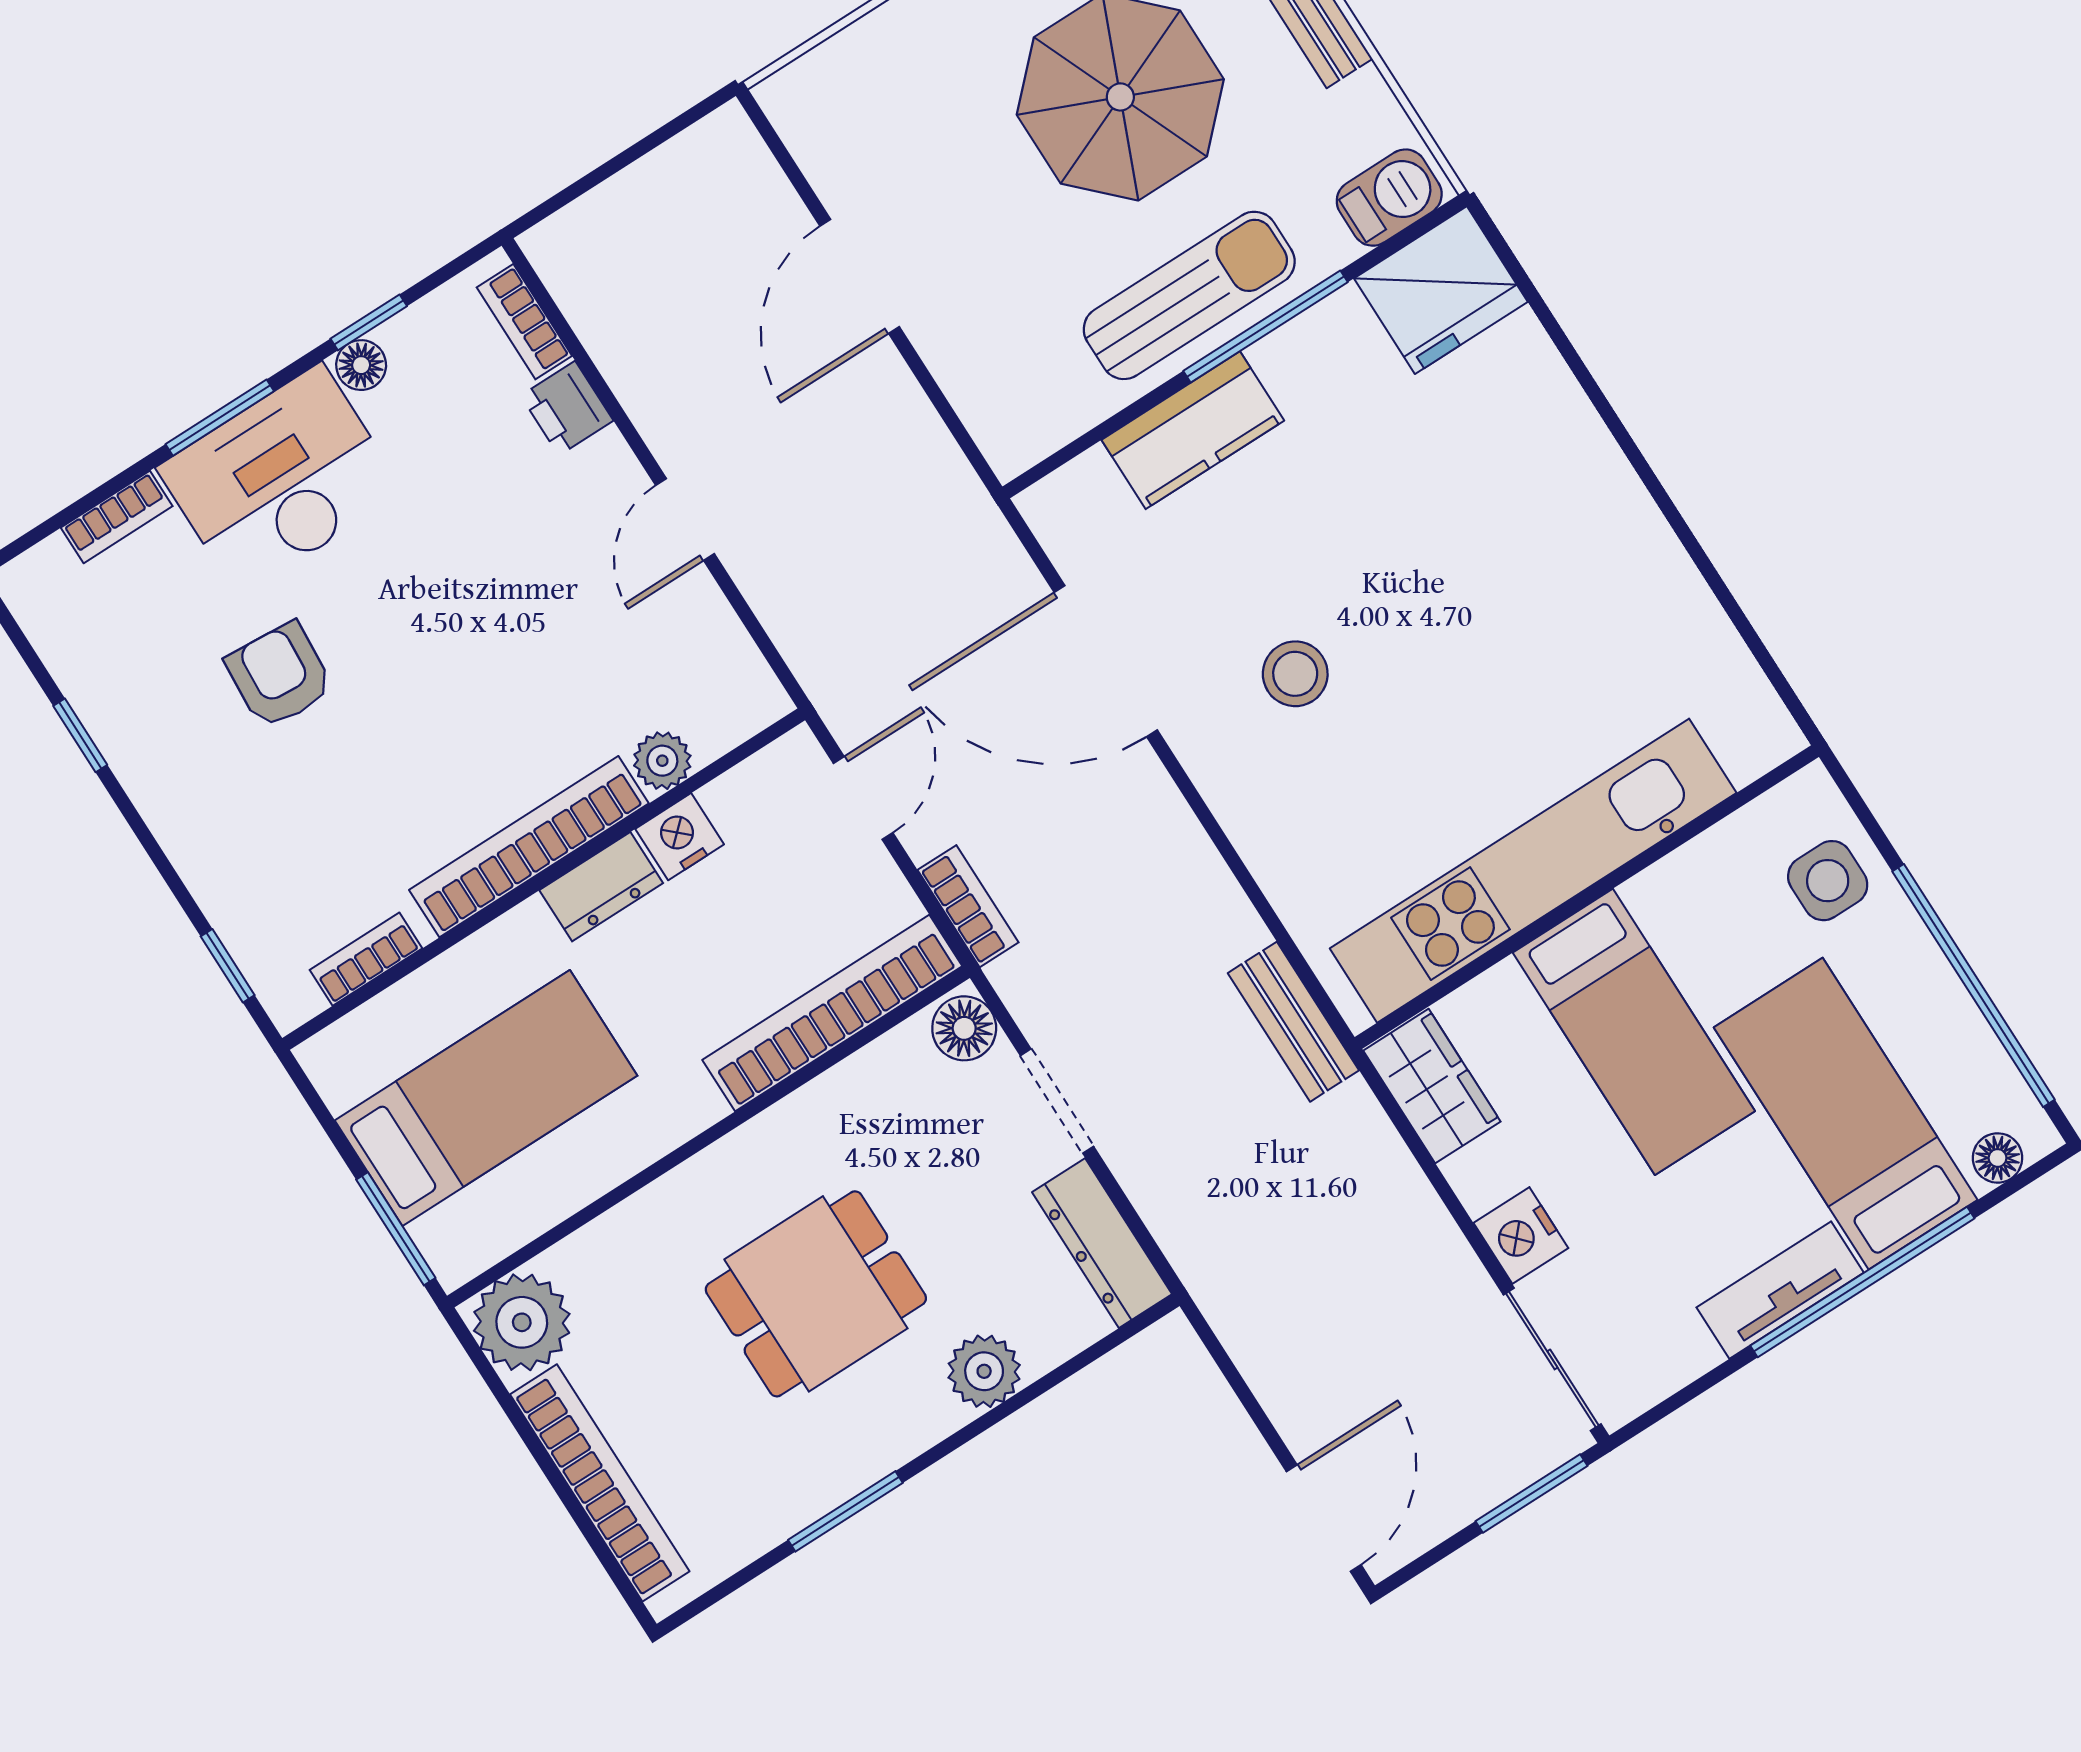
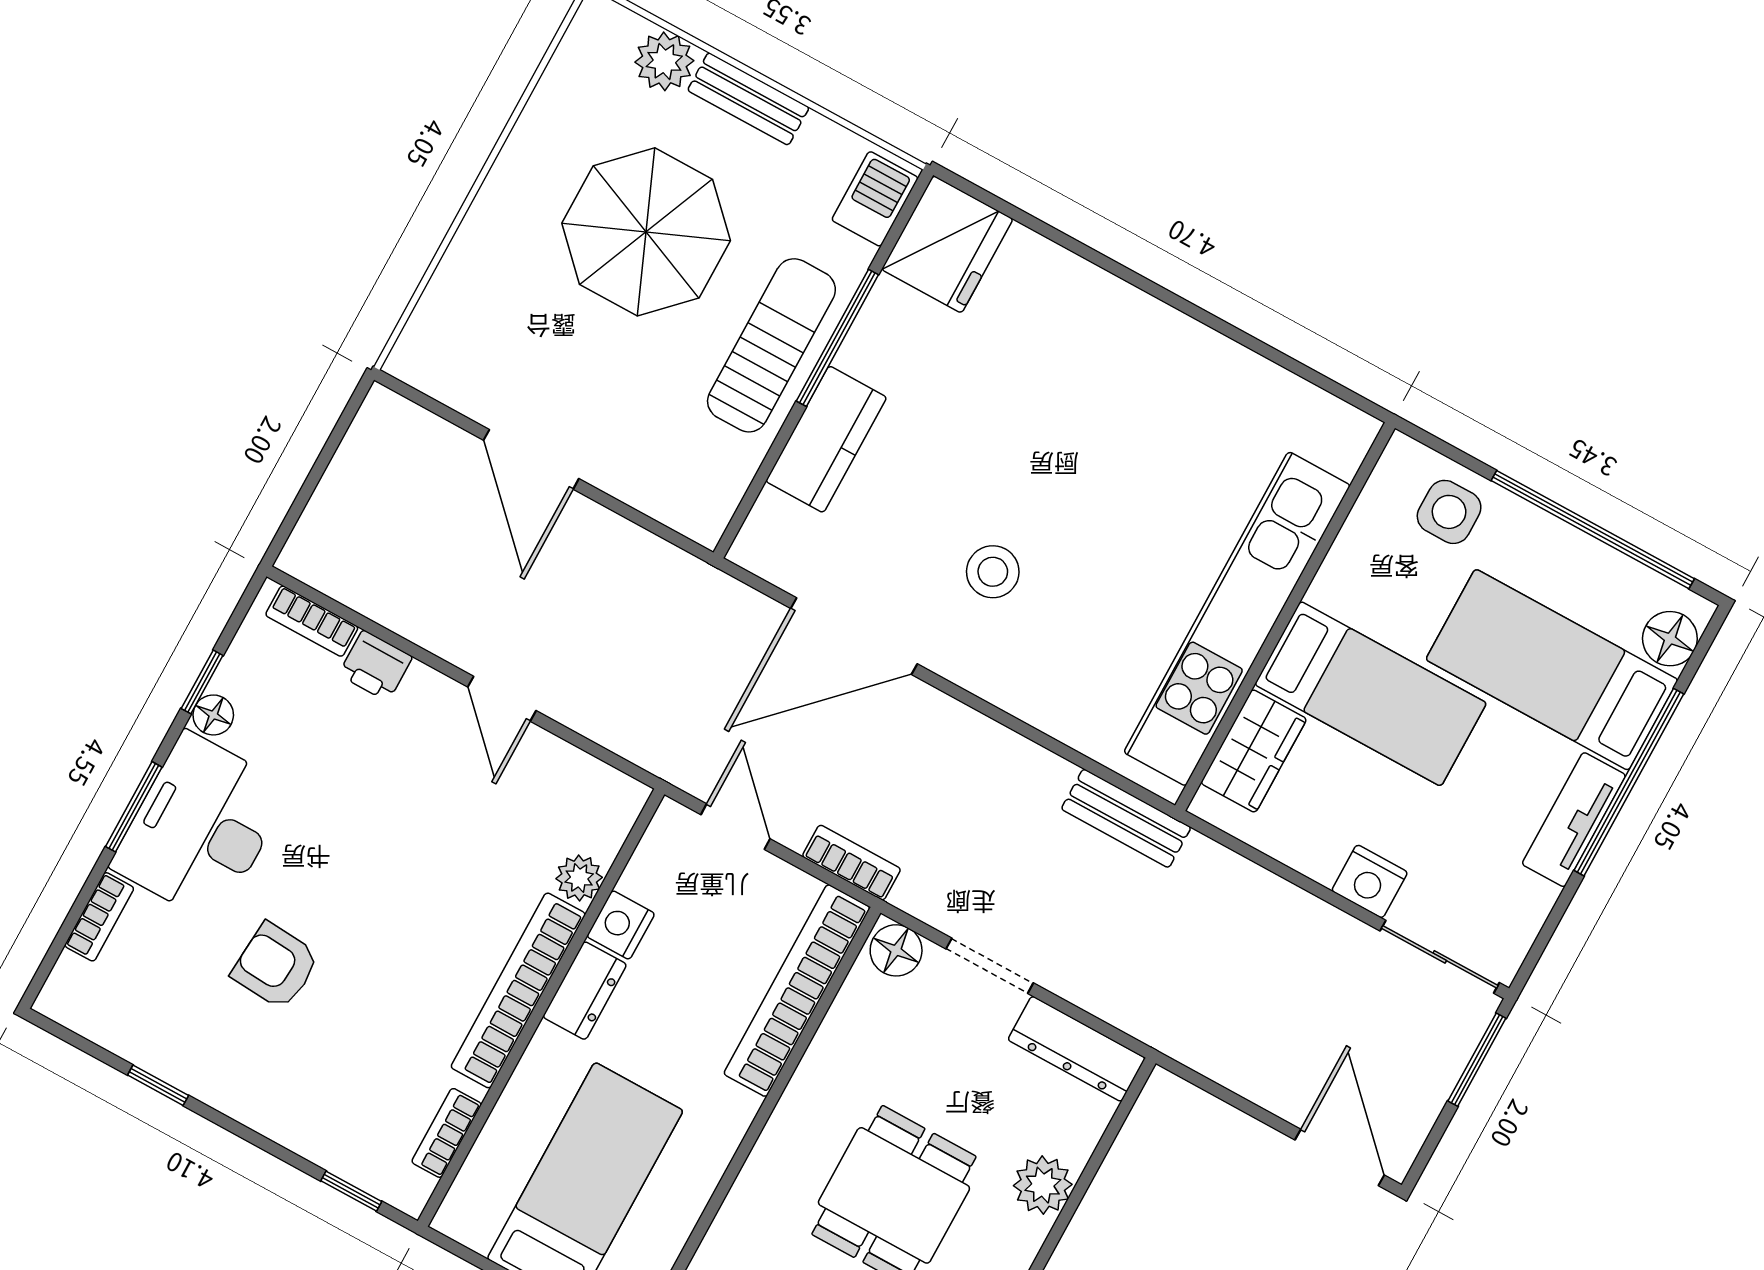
wardrobe: (1432, 1086) -> (1254, 751), moved, turned 90
floor lamp: (1998, 1158) -> (1670, 639), width x1.37, depth x1.37

